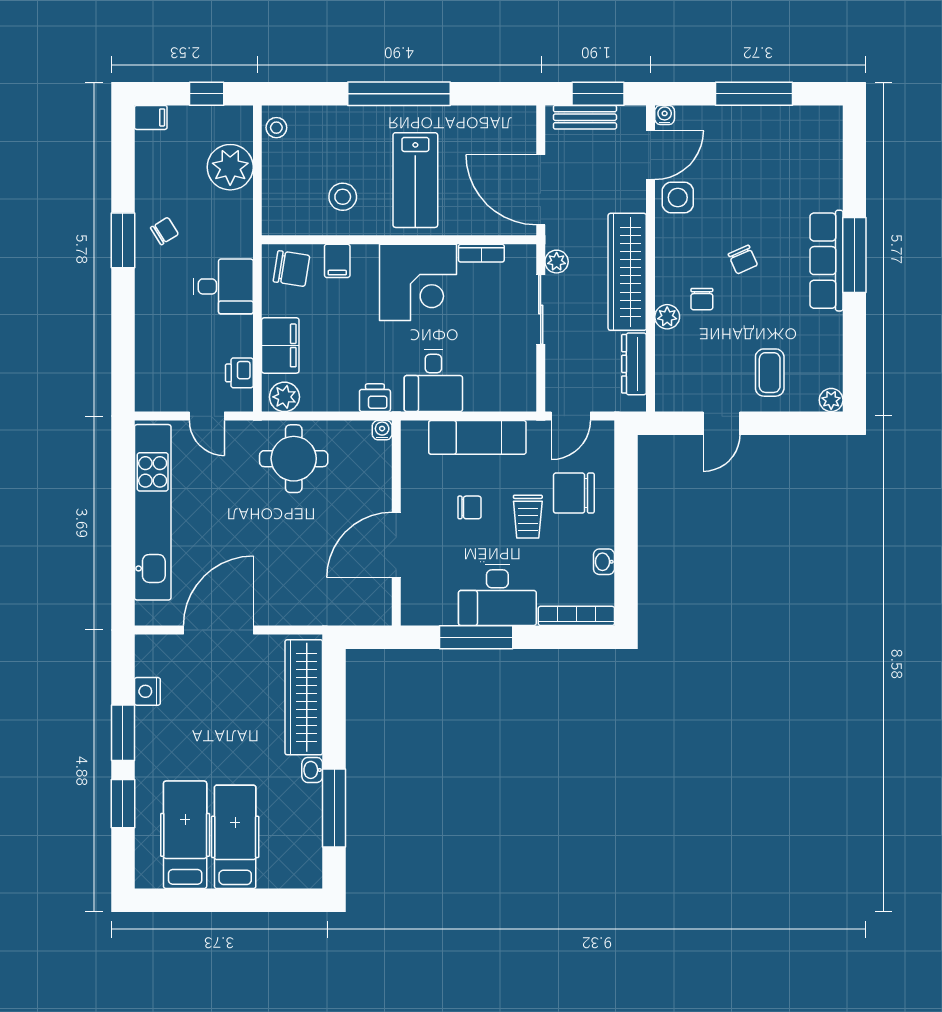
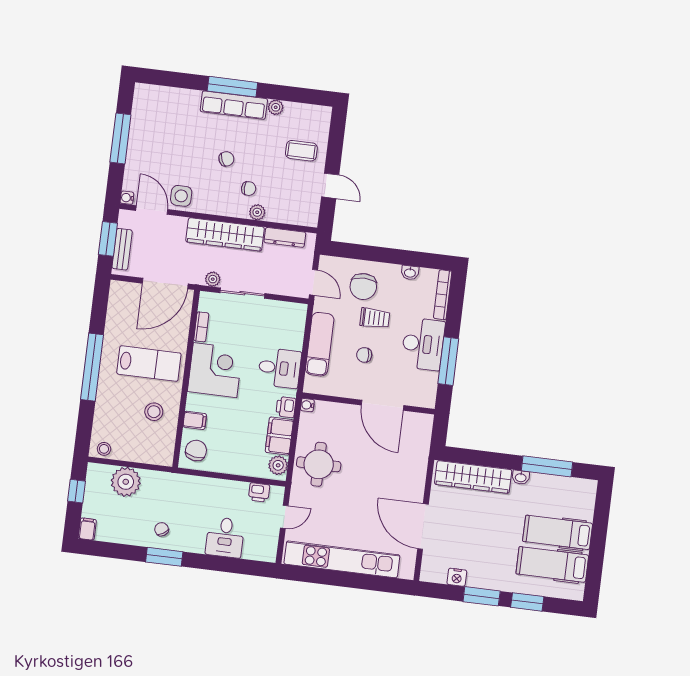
desk: (223, 286) -> (225, 537), moved, turned 180
filing cabinet: (280, 345) -> (279, 436), moved, turned -90
plant: (831, 400) -> (276, 107), moved
chair: (470, 507) -> (364, 355), turned -92

